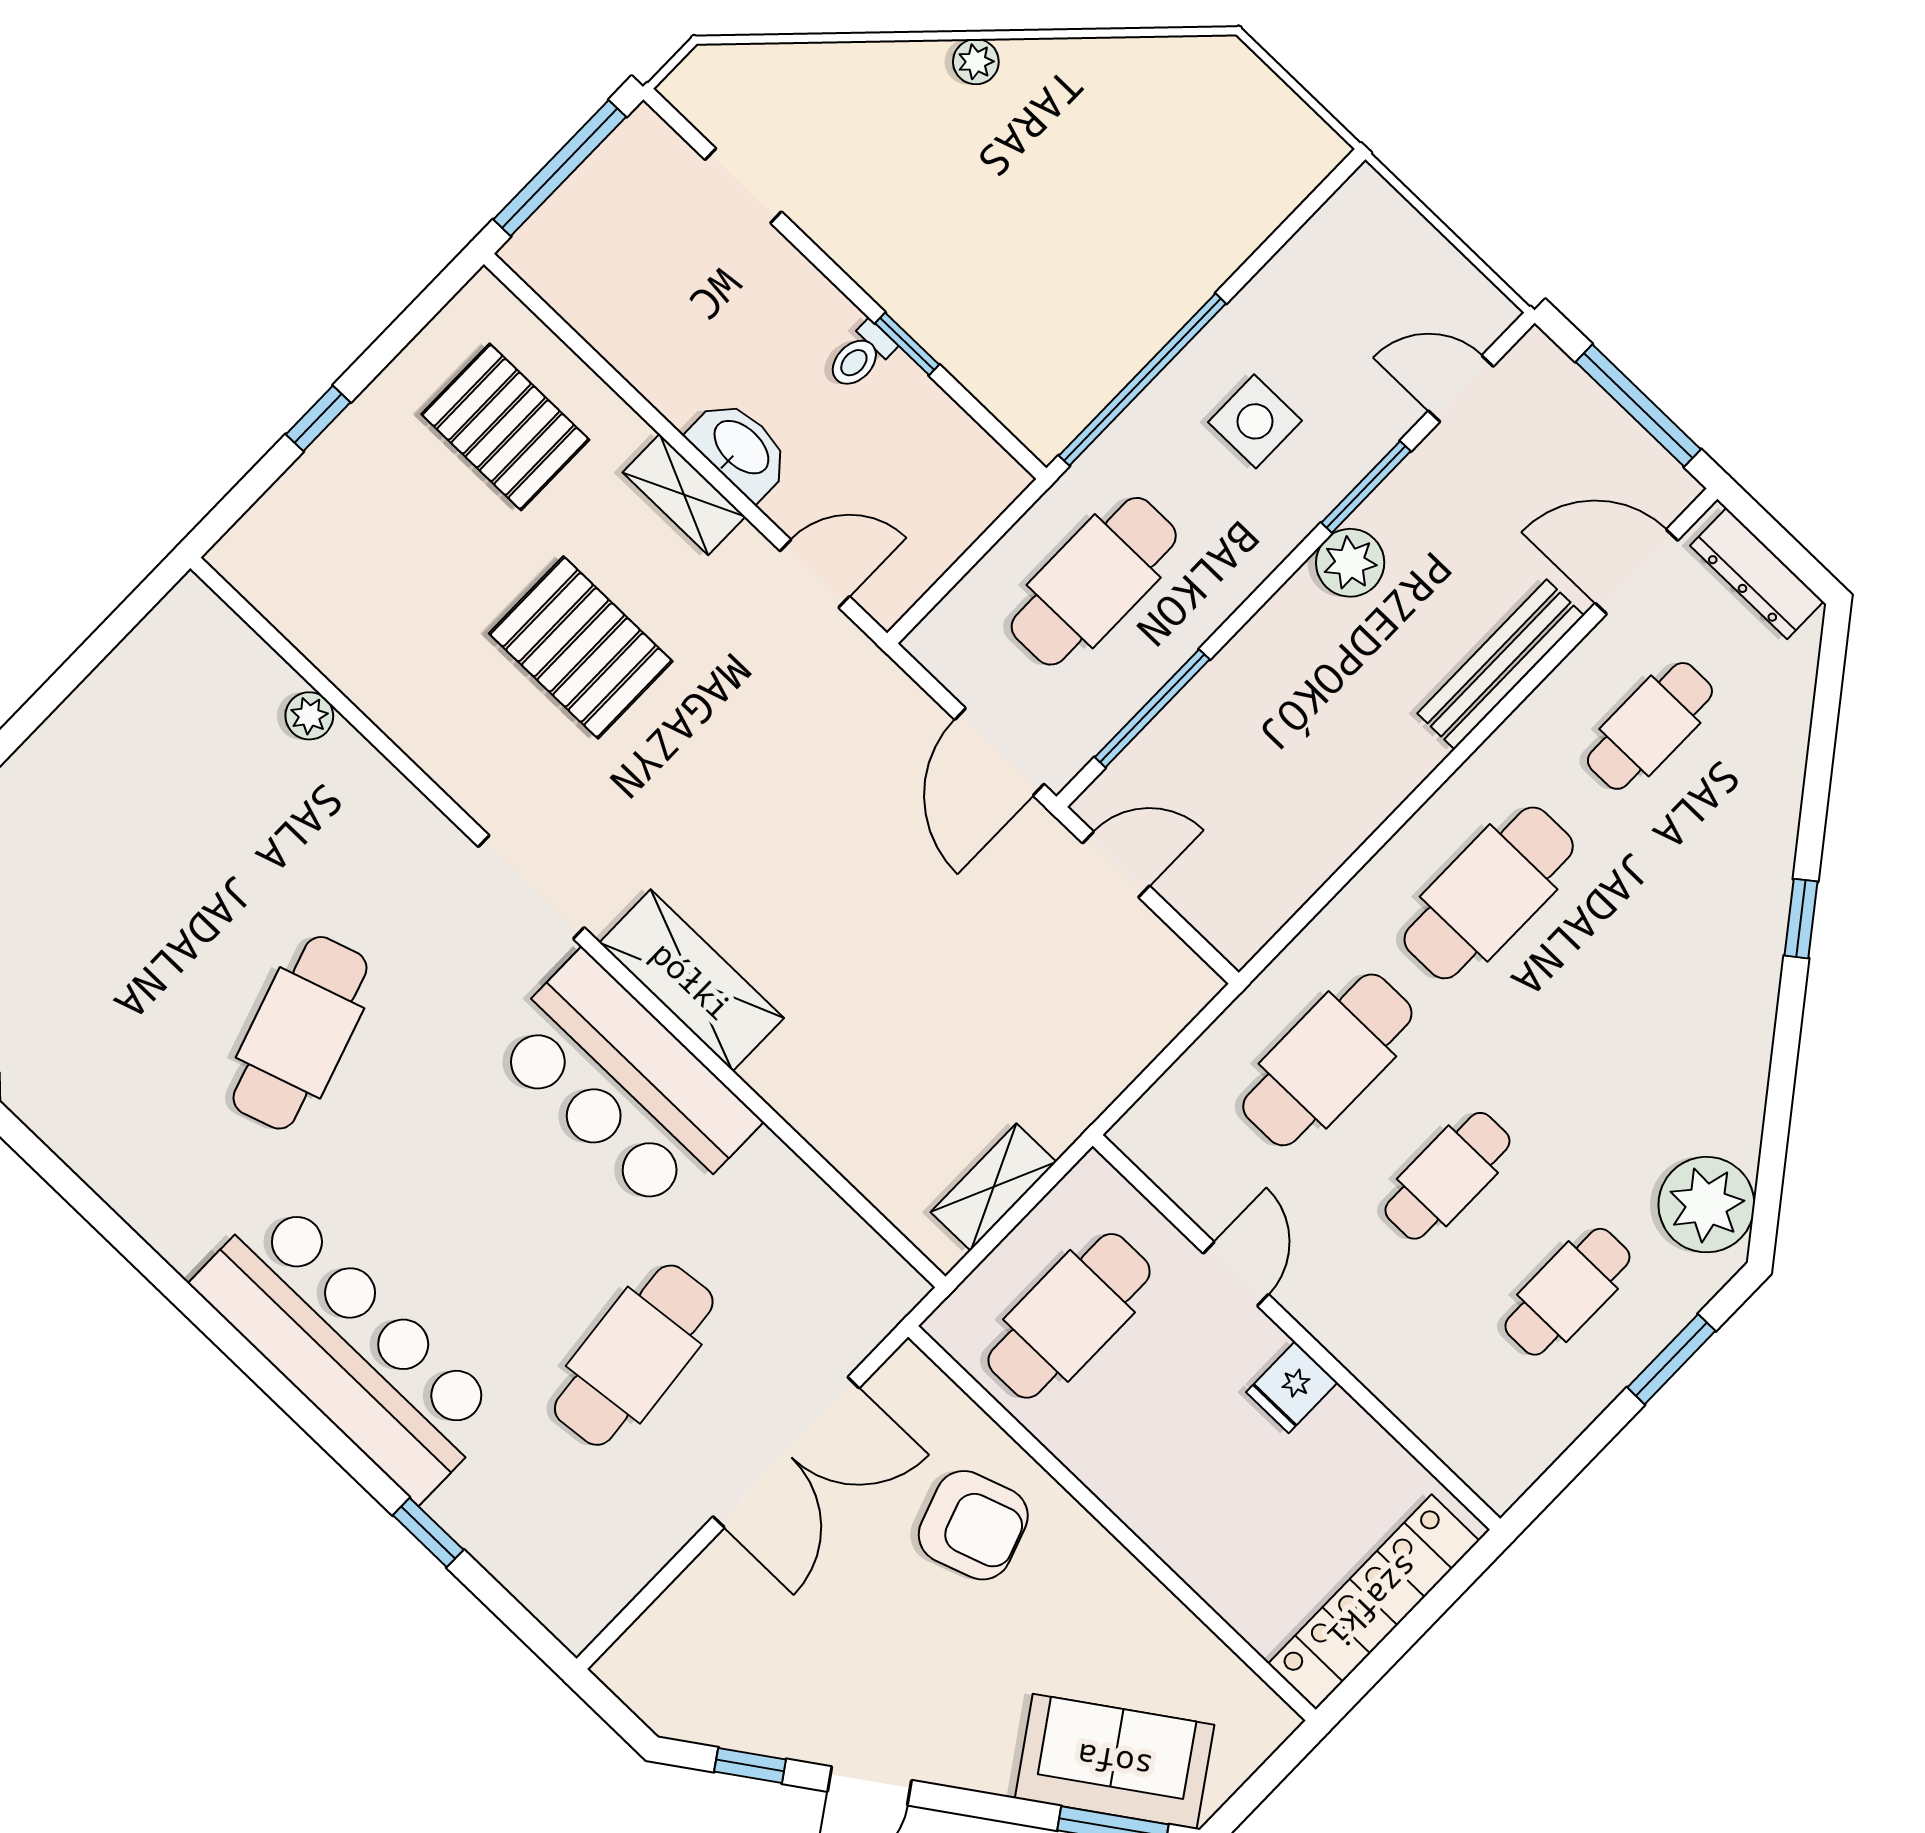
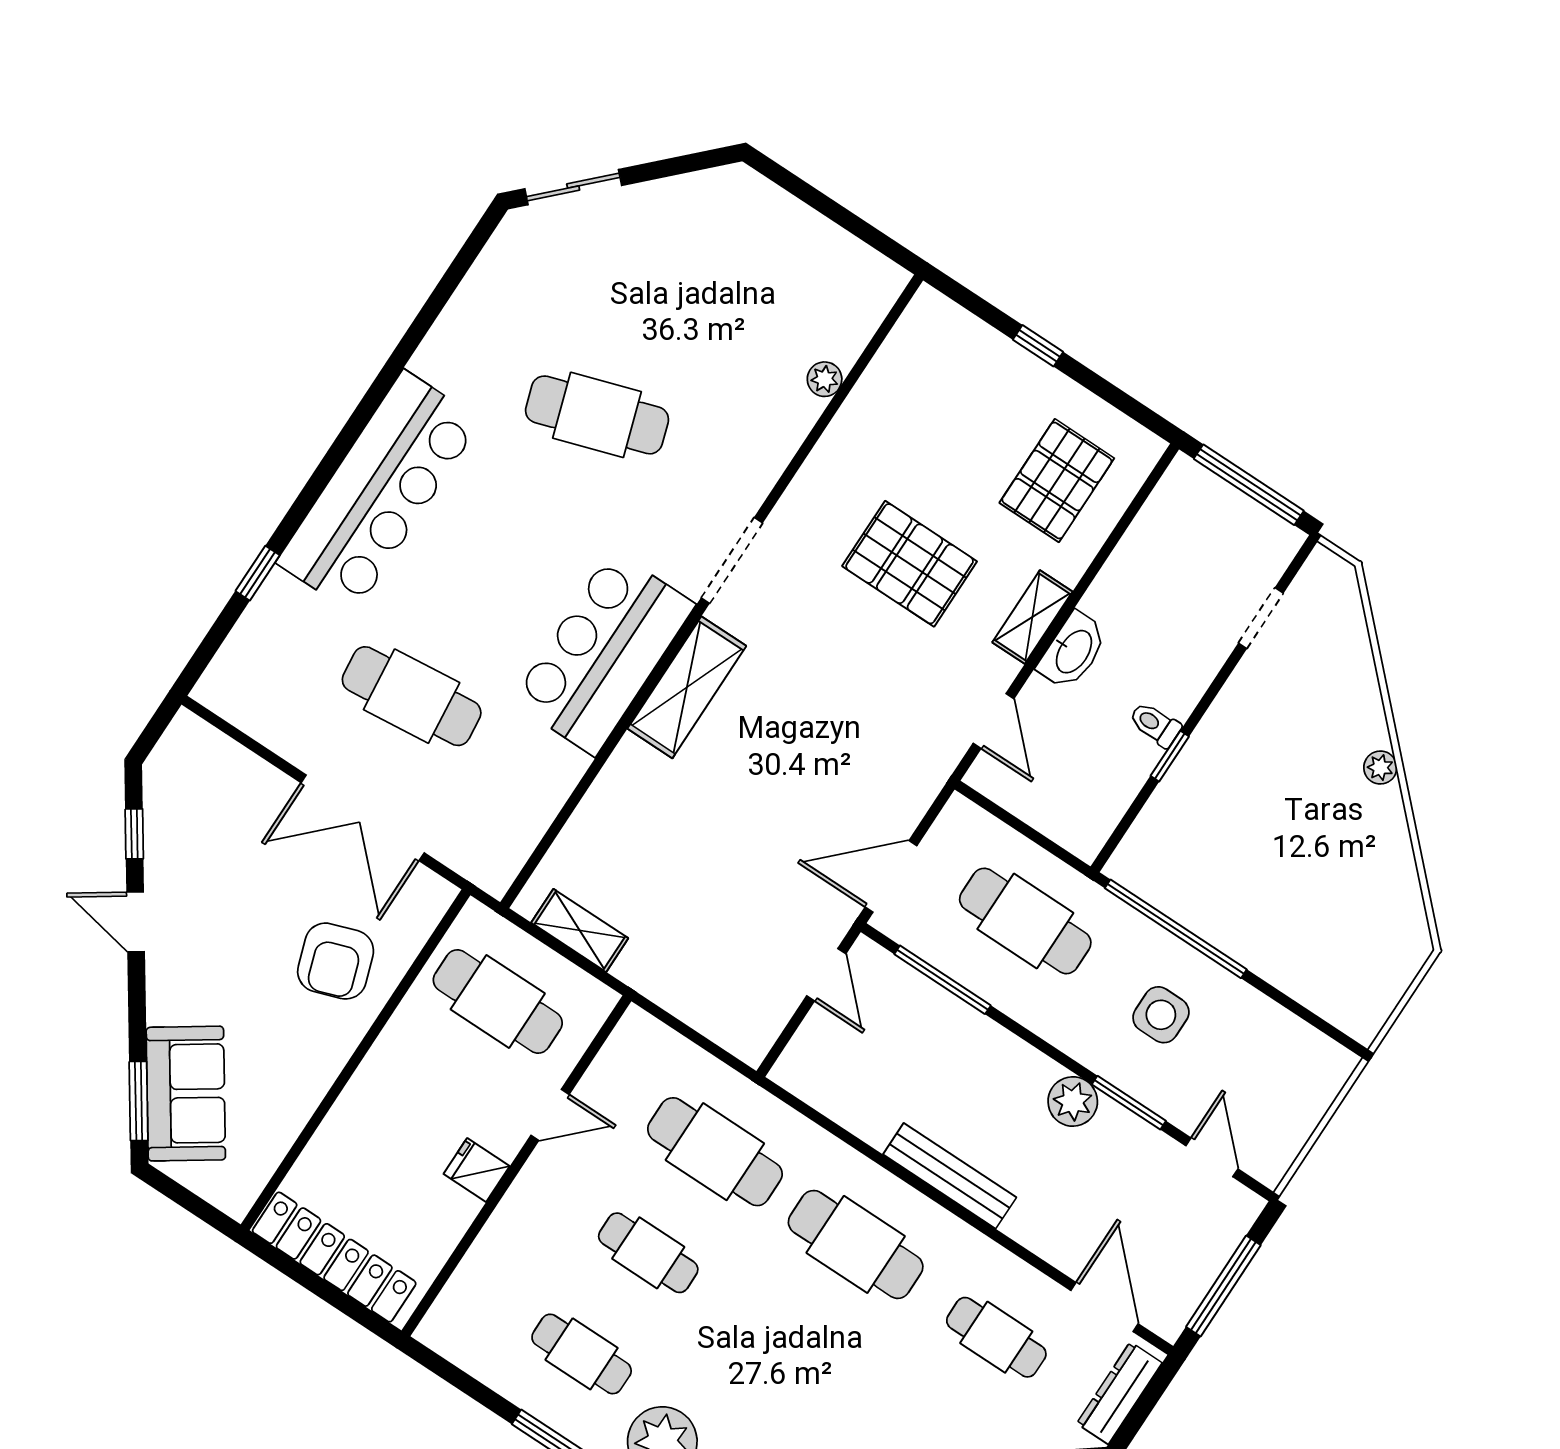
pallet: (581, 647) -> (910, 564), turned 90
bench: (1501, 664) -> (950, 1176), moved

